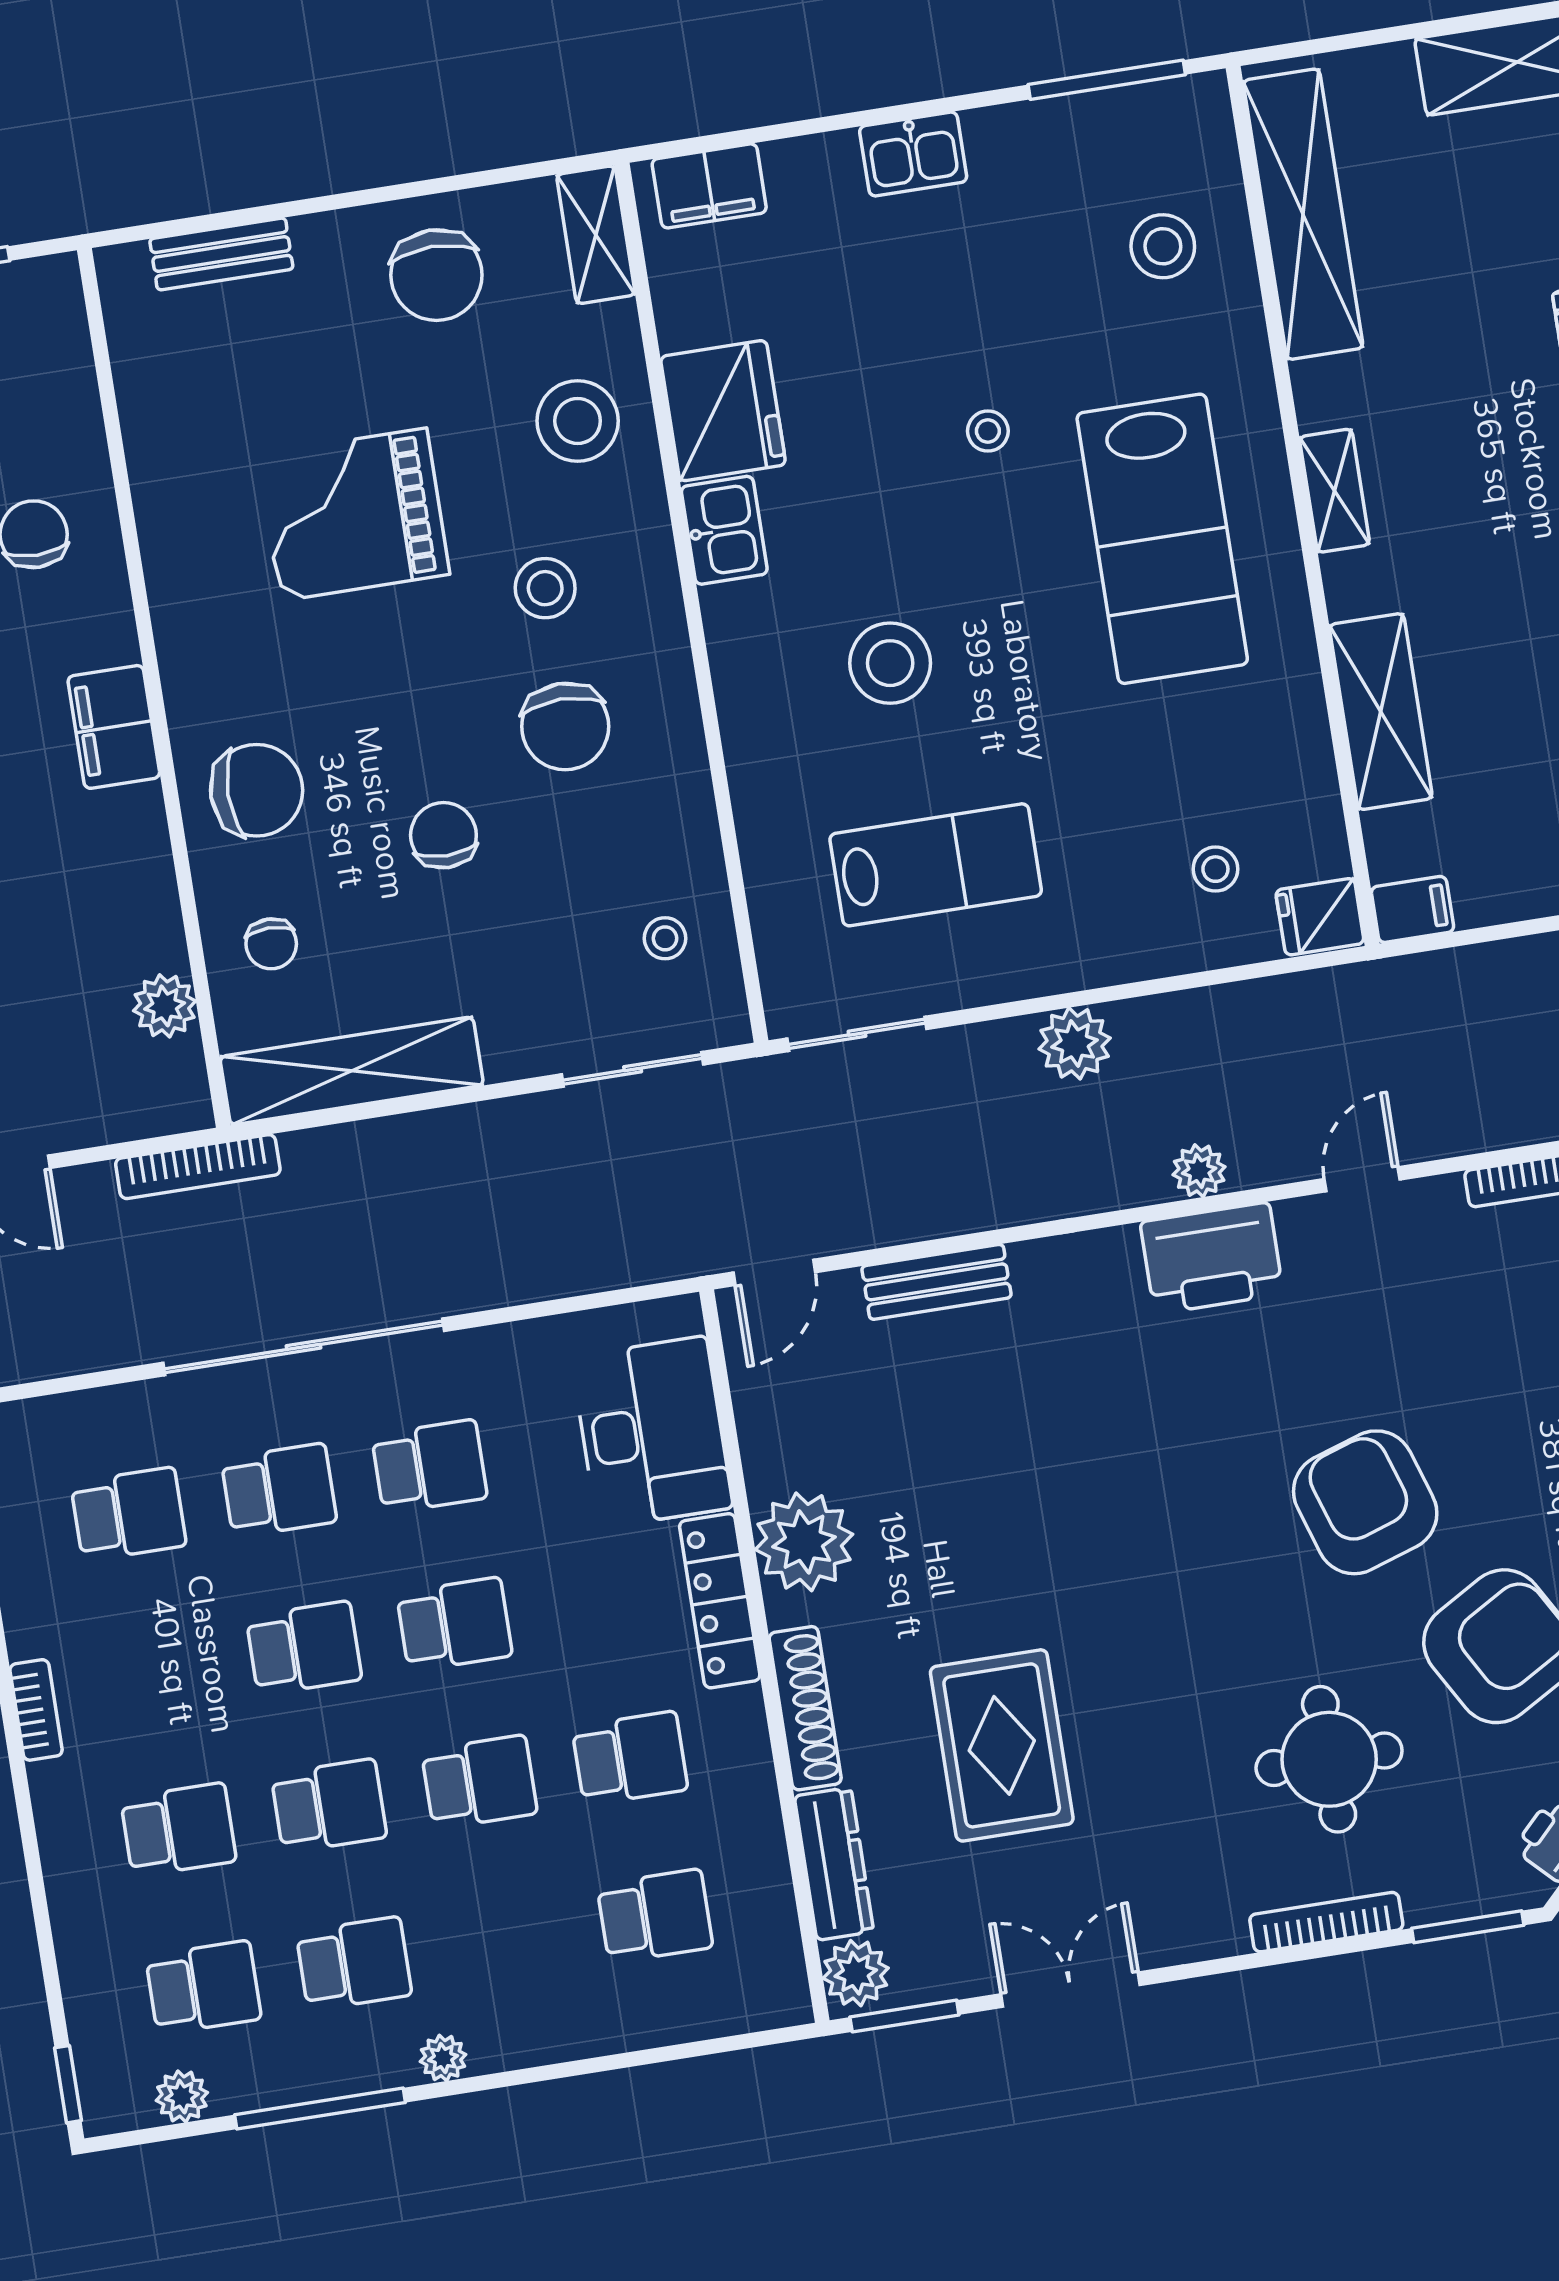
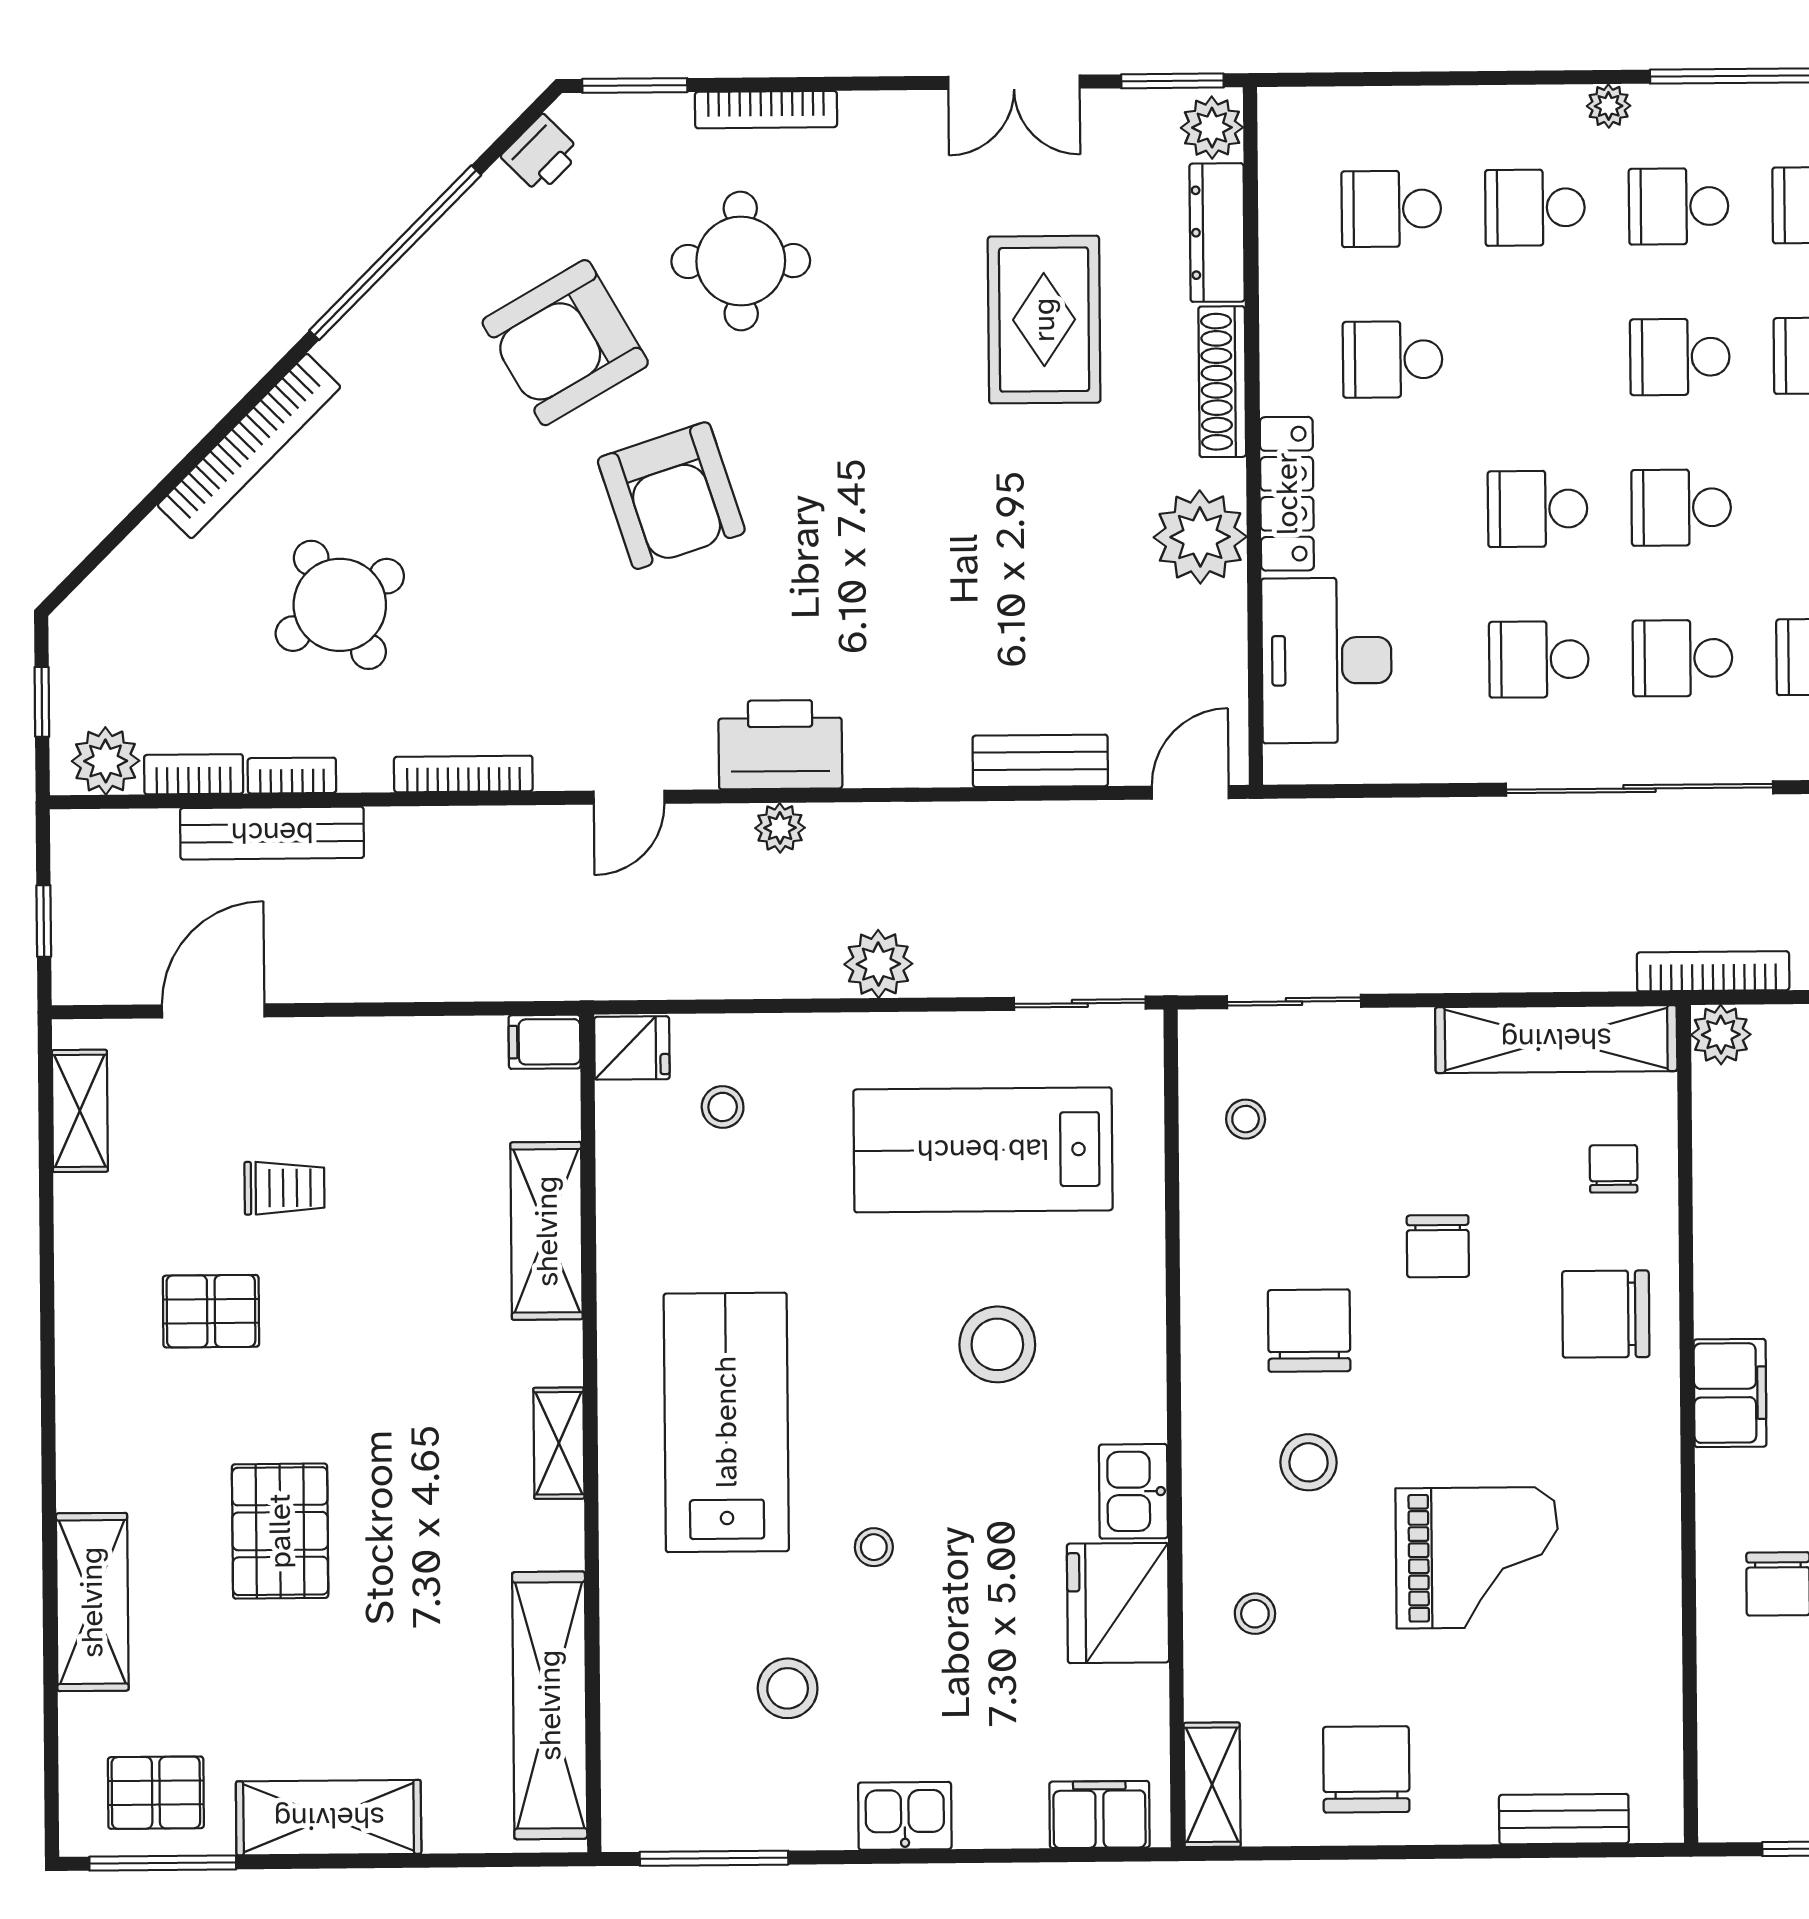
stool: (1163, 246) -> (788, 1688), moved
stool: (578, 421) -> (1255, 1614), width x0.53, depth x0.53
lab bench: (936, 865) -> (983, 1150), width x1.36, depth x1.39
plant: (165, 1006) -> (1721, 1035), moved
school desk: (479, 1782) -> (1535, 208), moved

